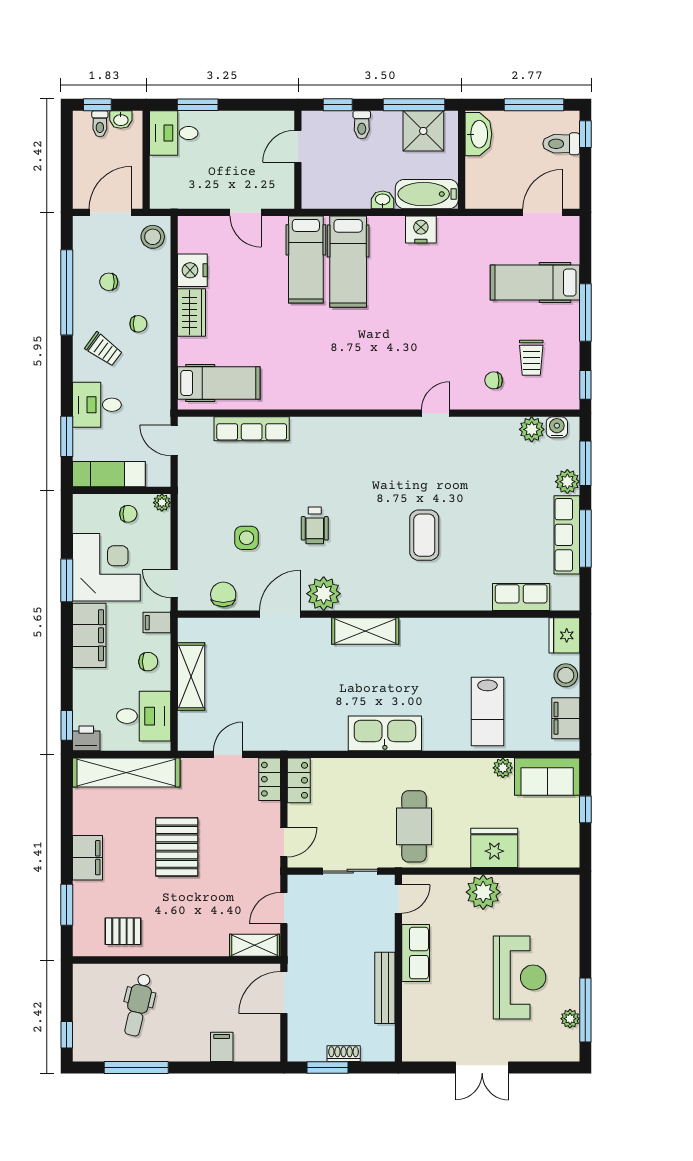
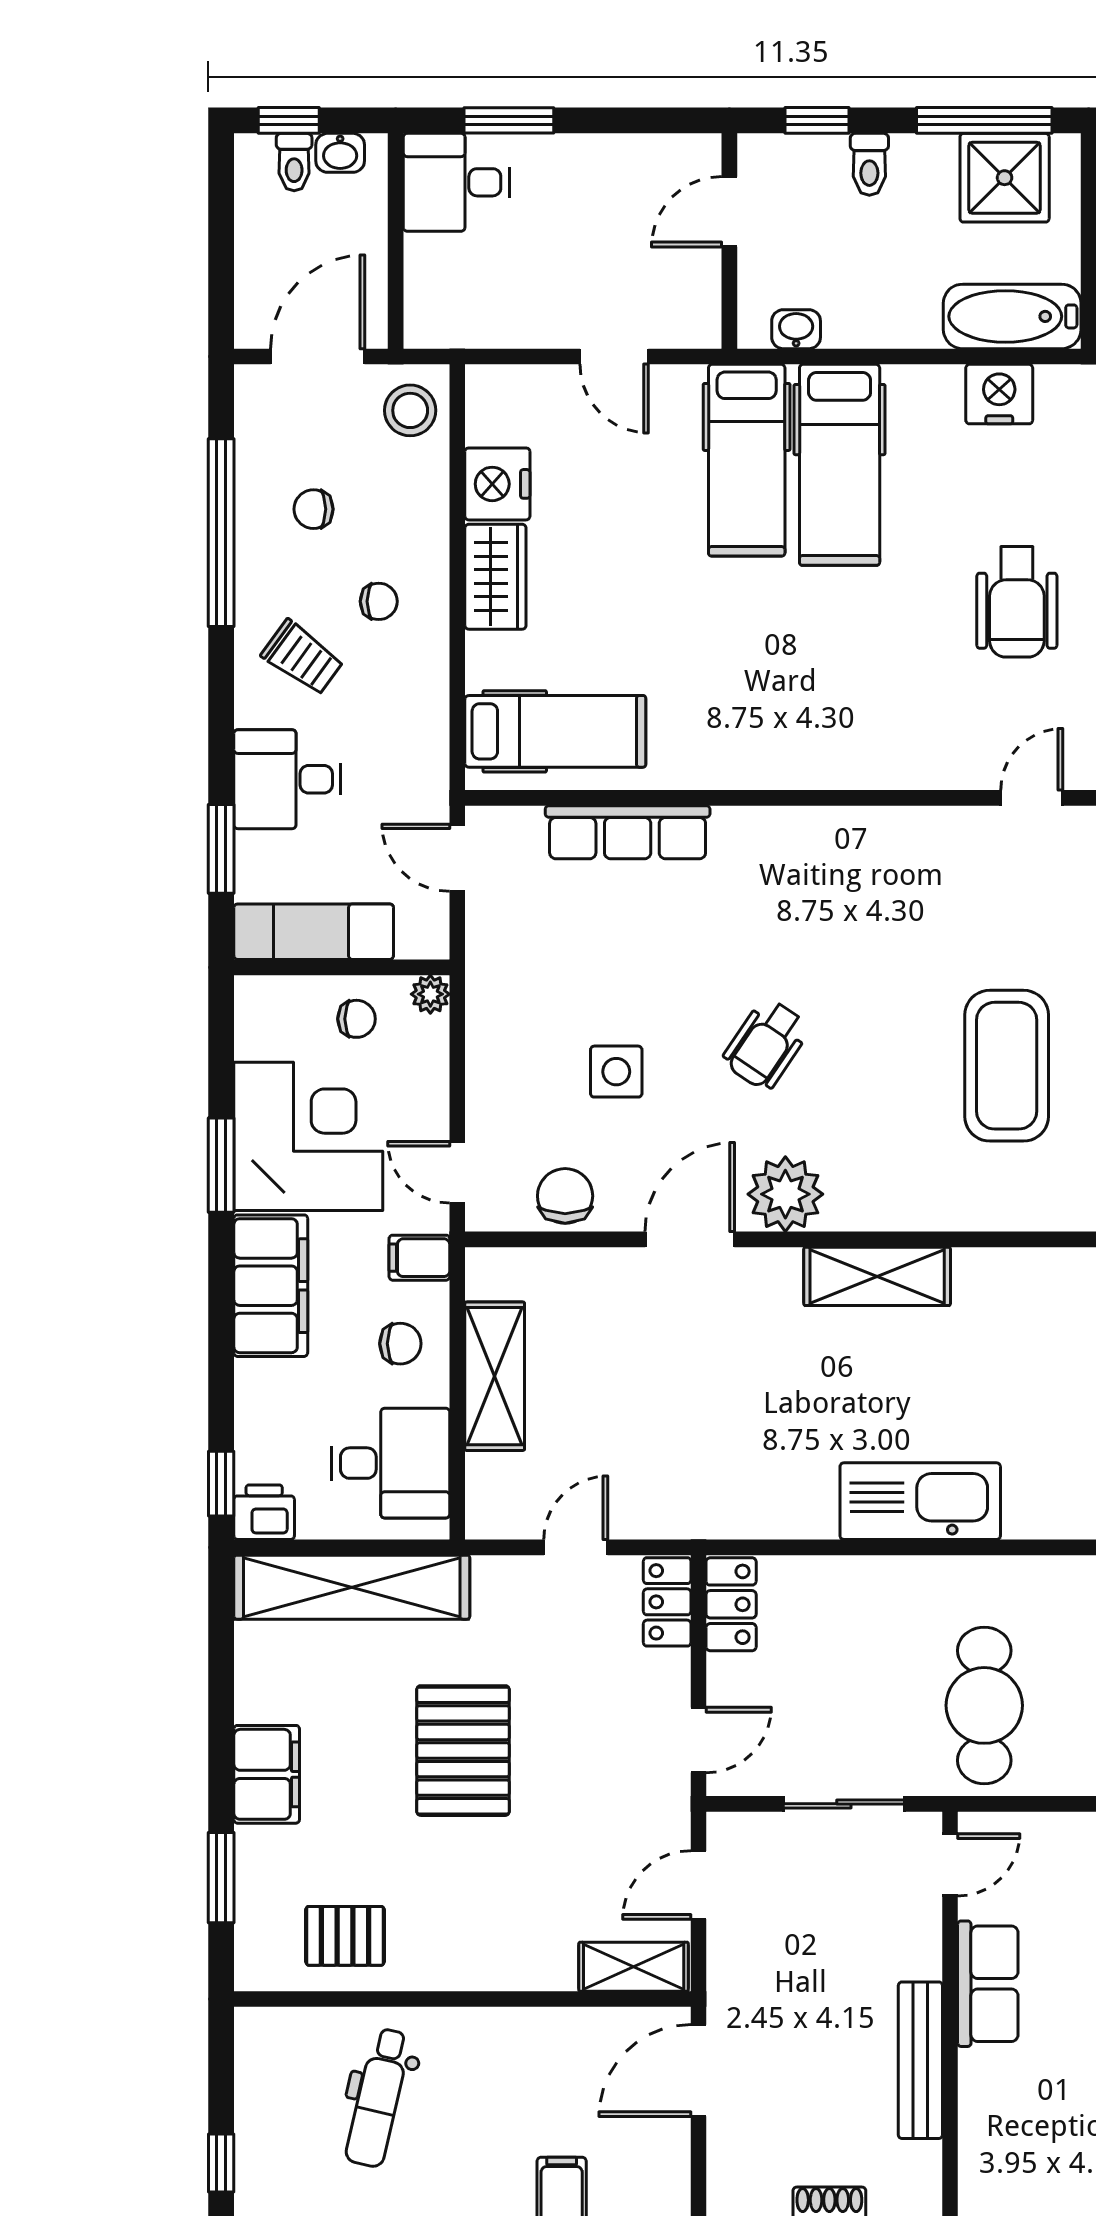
washbasin: (383, 200) -> (796, 329), moved
wheelchair: (429, 324) -> (1017, 602), added
wheelchair: (315, 525) -> (766, 1044), turned 34
coffee table: (424, 535) -> (1007, 1066), width x1.36, depth x1.32

